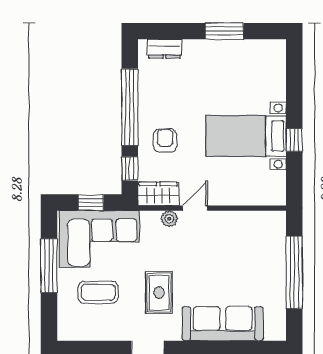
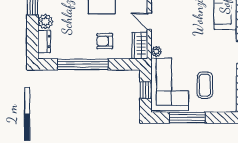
plant: (195, 51) -> (45, 22), added
window: (130, 169) -> (123, 64), removed
plant: (169, 219) -> (156, 52), moved
rug: (159, 293) -> (205, 45), removed

